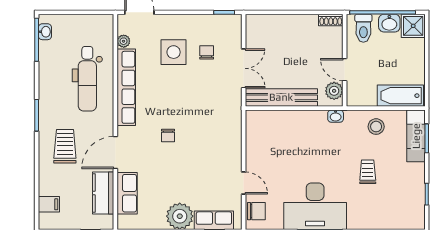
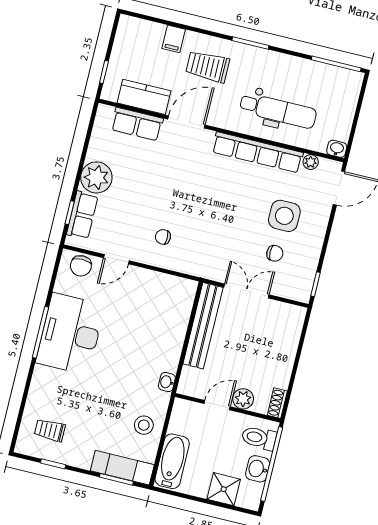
shower: (413, 26) -> (224, 489), moved
washbasin: (45, 32) -> (337, 149), moved, turned 180
double door: (244, 68) -> (246, 291), swing flipped
dental chair: (87, 79) -> (278, 111), turned 180
plant: (334, 91) -> (243, 399), moved
chair: (168, 136) -> (163, 237), moved
trolley: (65, 146) -> (208, 67), turned 180
door: (115, 153) -> (186, 122), hinge flipped
trolley: (368, 172) -> (50, 430), moved, turned 180
filing cabinet: (49, 204) -> (174, 39), moved

